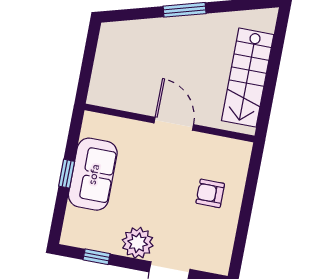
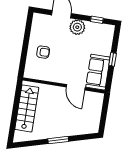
door: (174, 124) -> (76, 87), moved
sofa: (93, 174) -> (98, 72), moved

